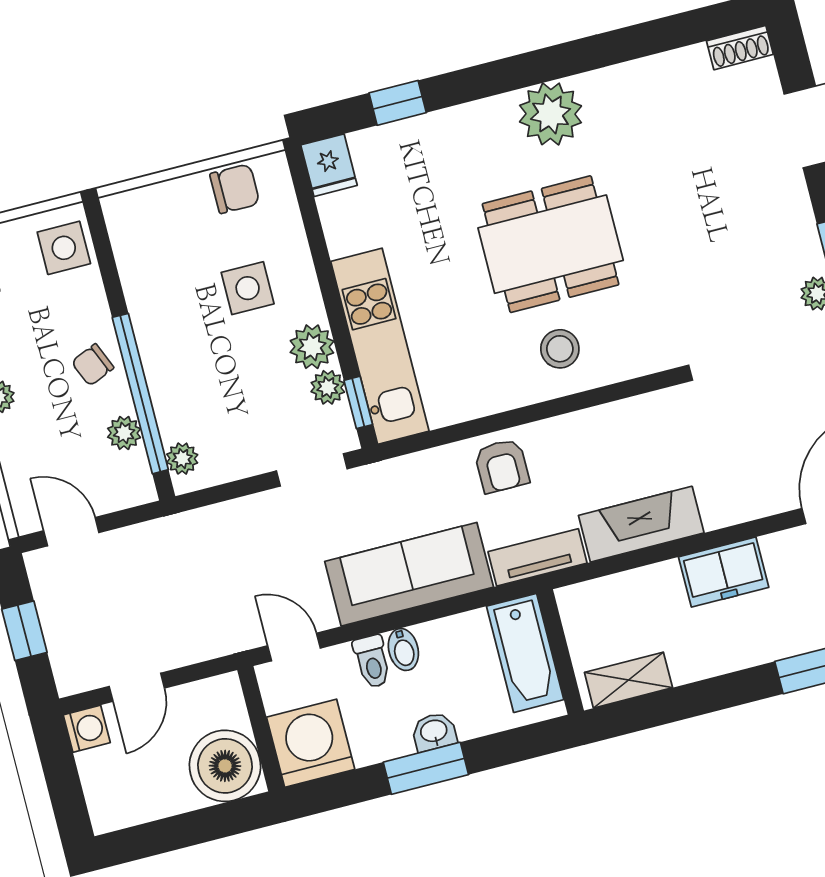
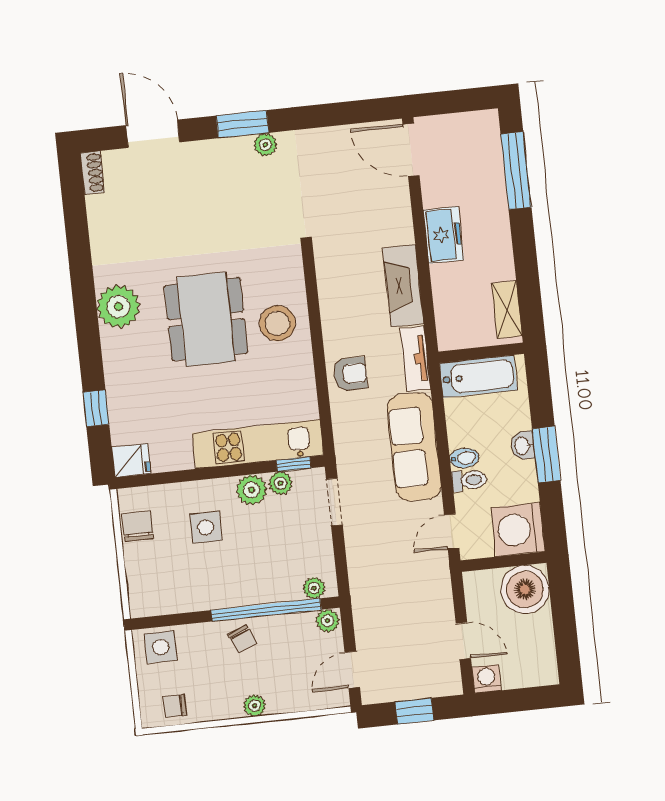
stool: (560, 349) -> (277, 323), width x1.38, depth x1.38
plant: (124, 433) -> (328, 621), moved

